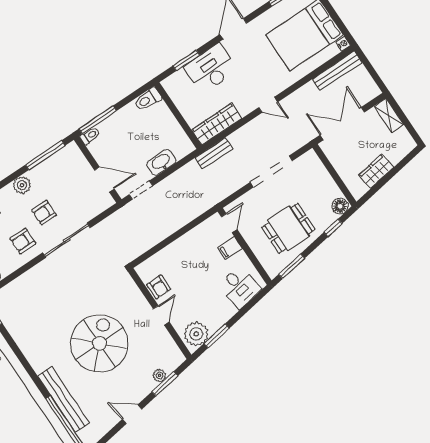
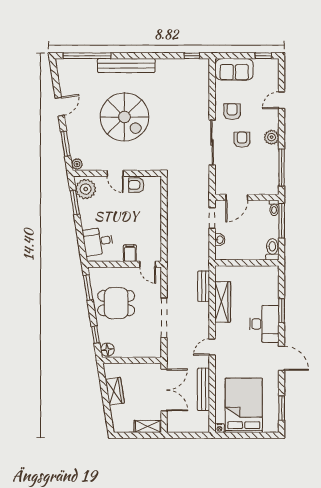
bench: (337, 71) -> (203, 389), moved
toilet: (148, 99) -> (272, 249), moved
wall: (178, 116) -> (247, 263), moved
washbasin: (161, 162) -> (220, 240), width x0.52, depth x0.69
dining table: (288, 228) -> (116, 303), turned 90
plant: (160, 376) -> (77, 164), moved
bench: (64, 400) -> (126, 66), moved

